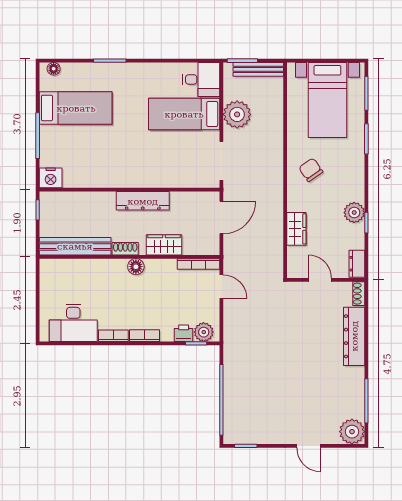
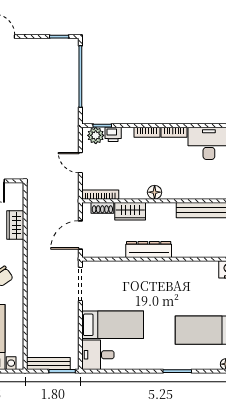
plant: (237, 114) -> (67, 324), removed
shoe rack: (125, 249) -> (102, 208), moved
door: (221, 287) -> (80, 163), moved

